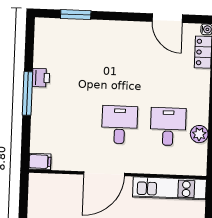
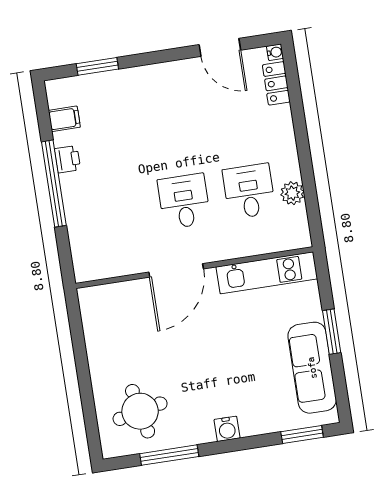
window: (28, 93) -> (54, 184), width x1.46
filing cabinet: (40, 162) -> (64, 119), moved

